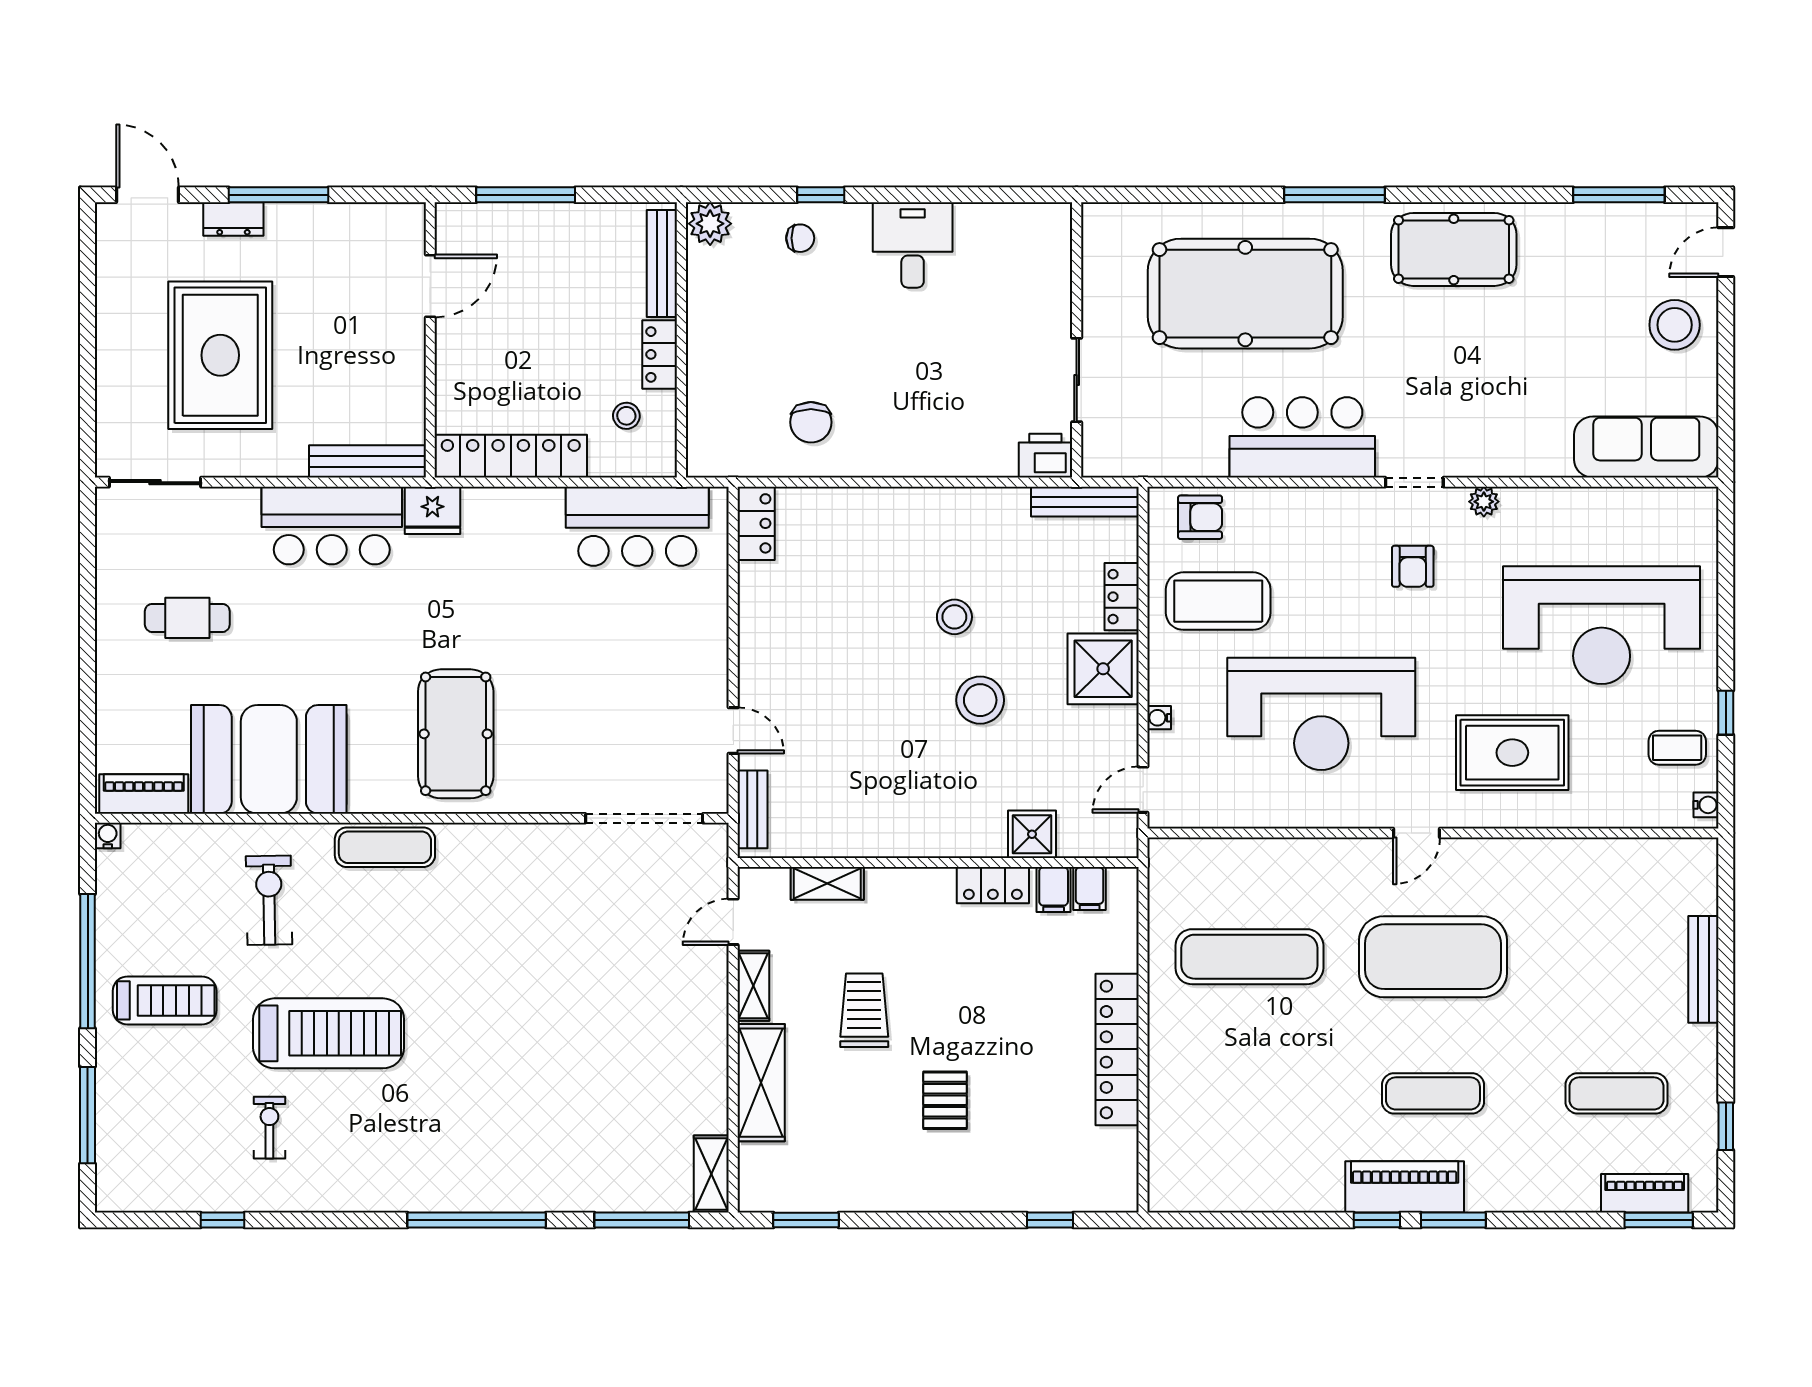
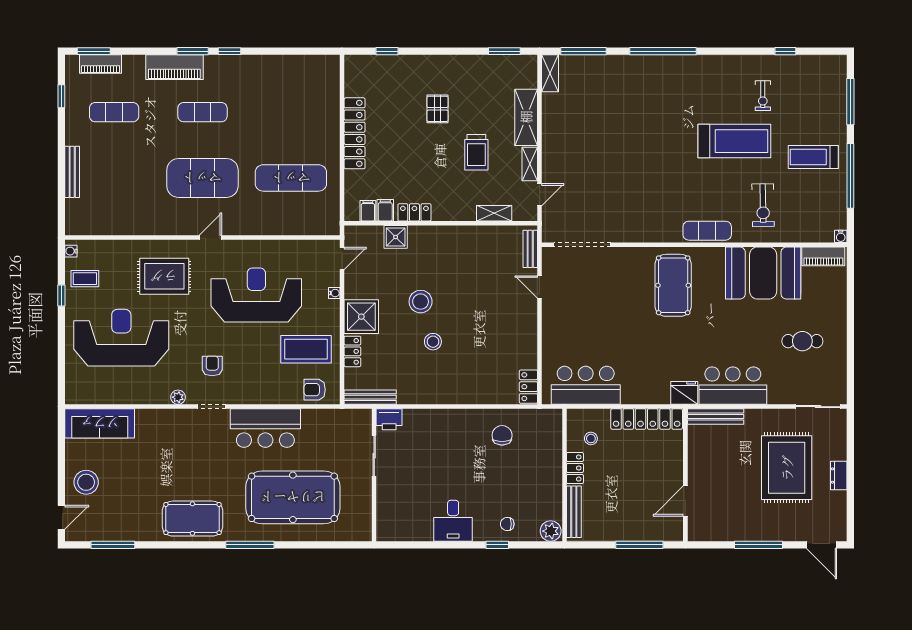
dresser: (233, 219) -> (839, 476), moved, turned -90
treadmill: (329, 1033) -> (734, 141), turned 180
piano: (1405, 1187) -> (174, 67), moved

